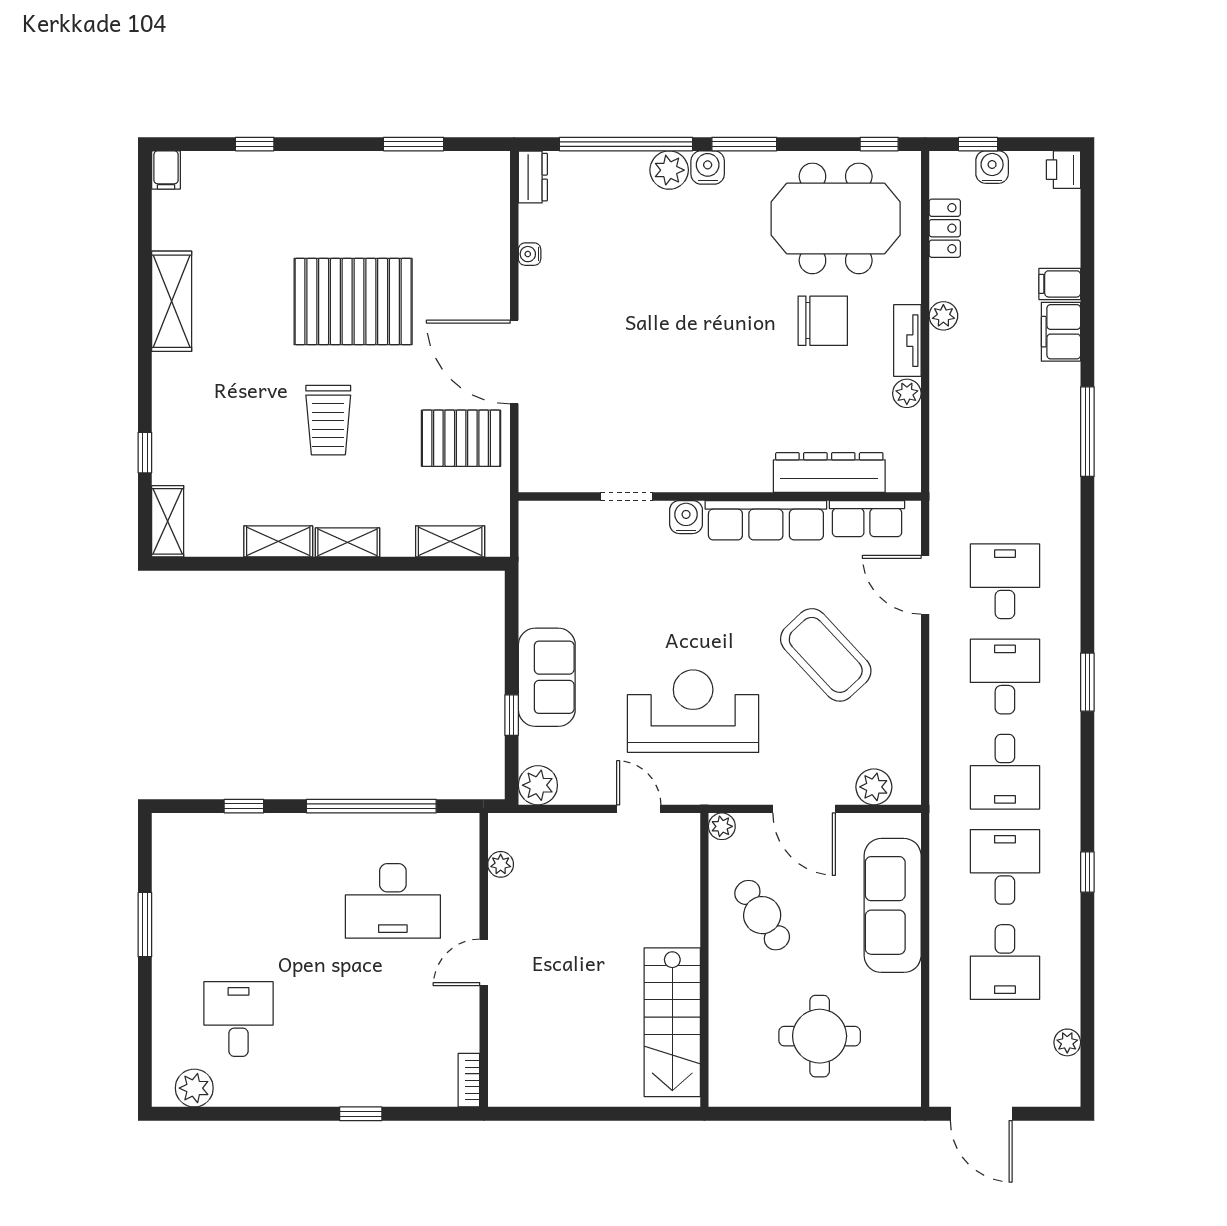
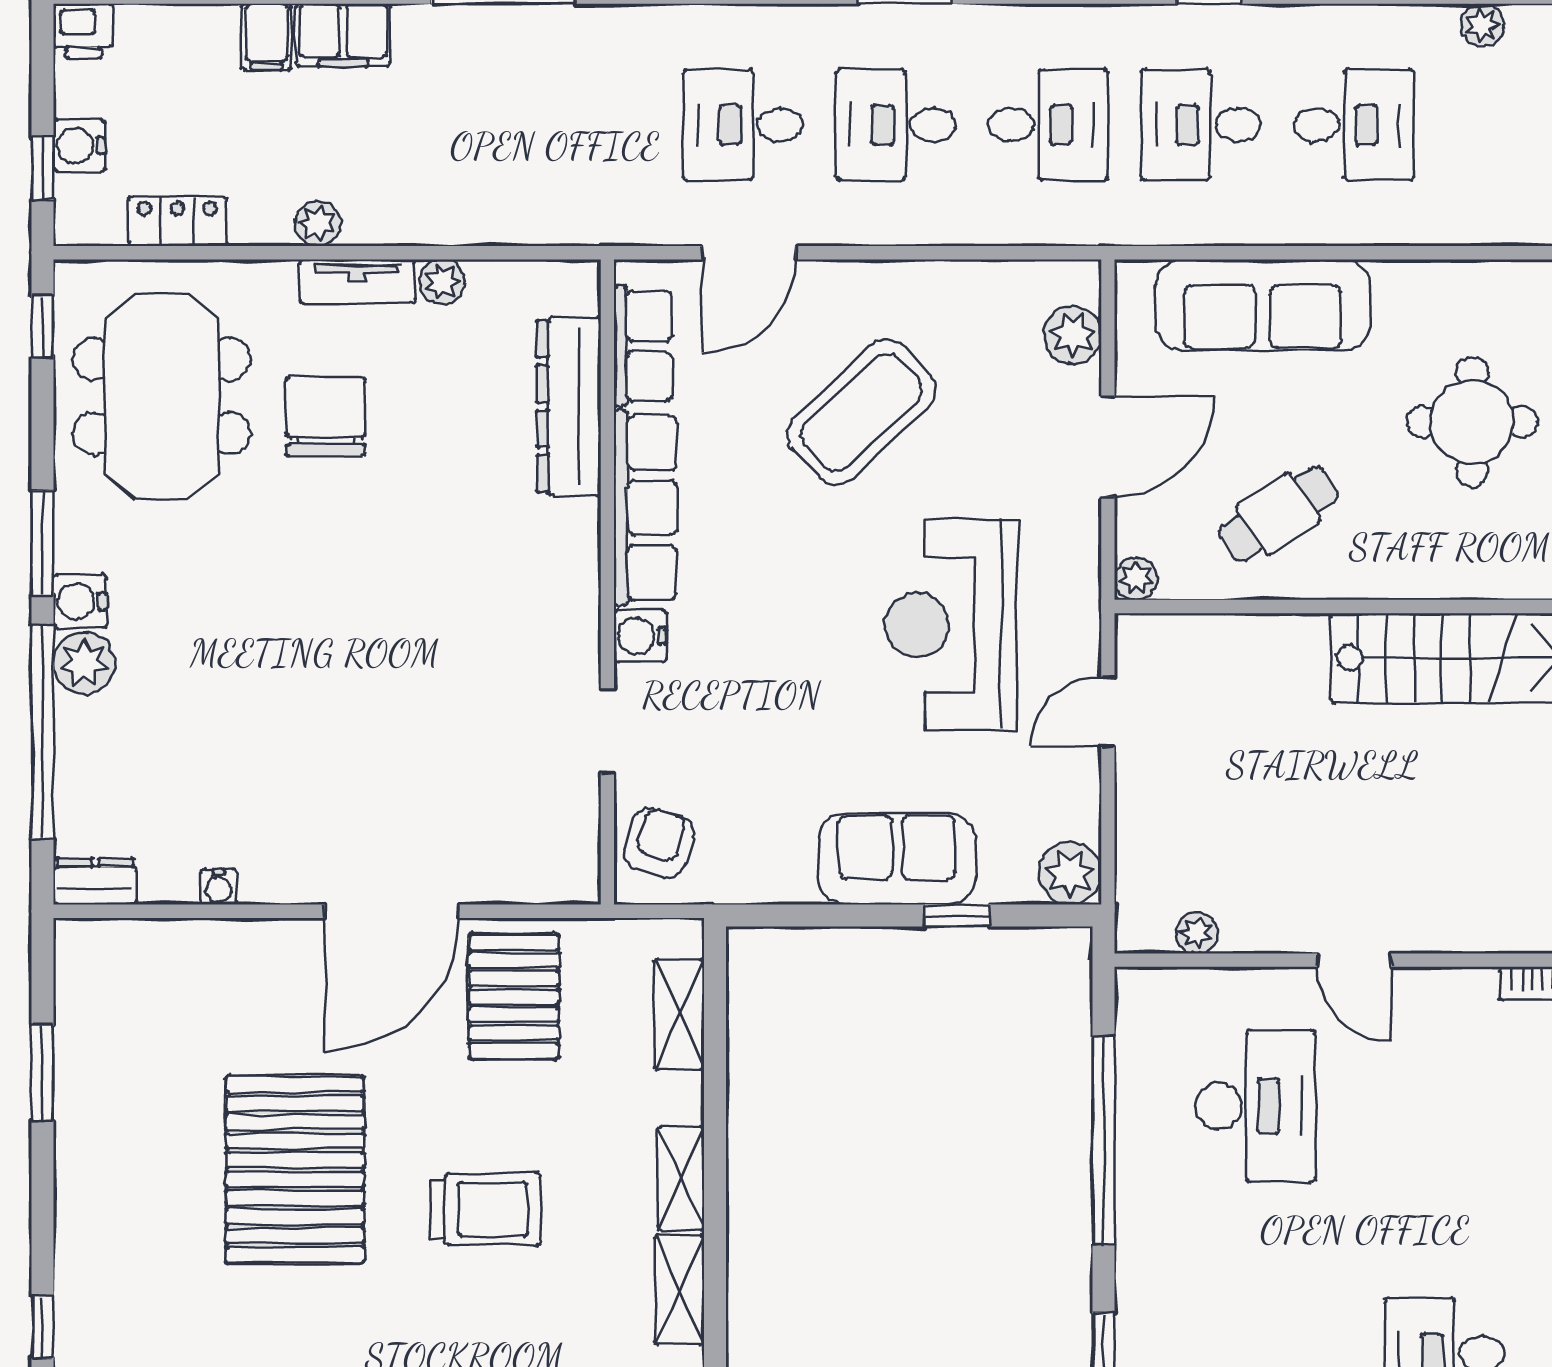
armchair: (557, 529) -> (659, 843), added

